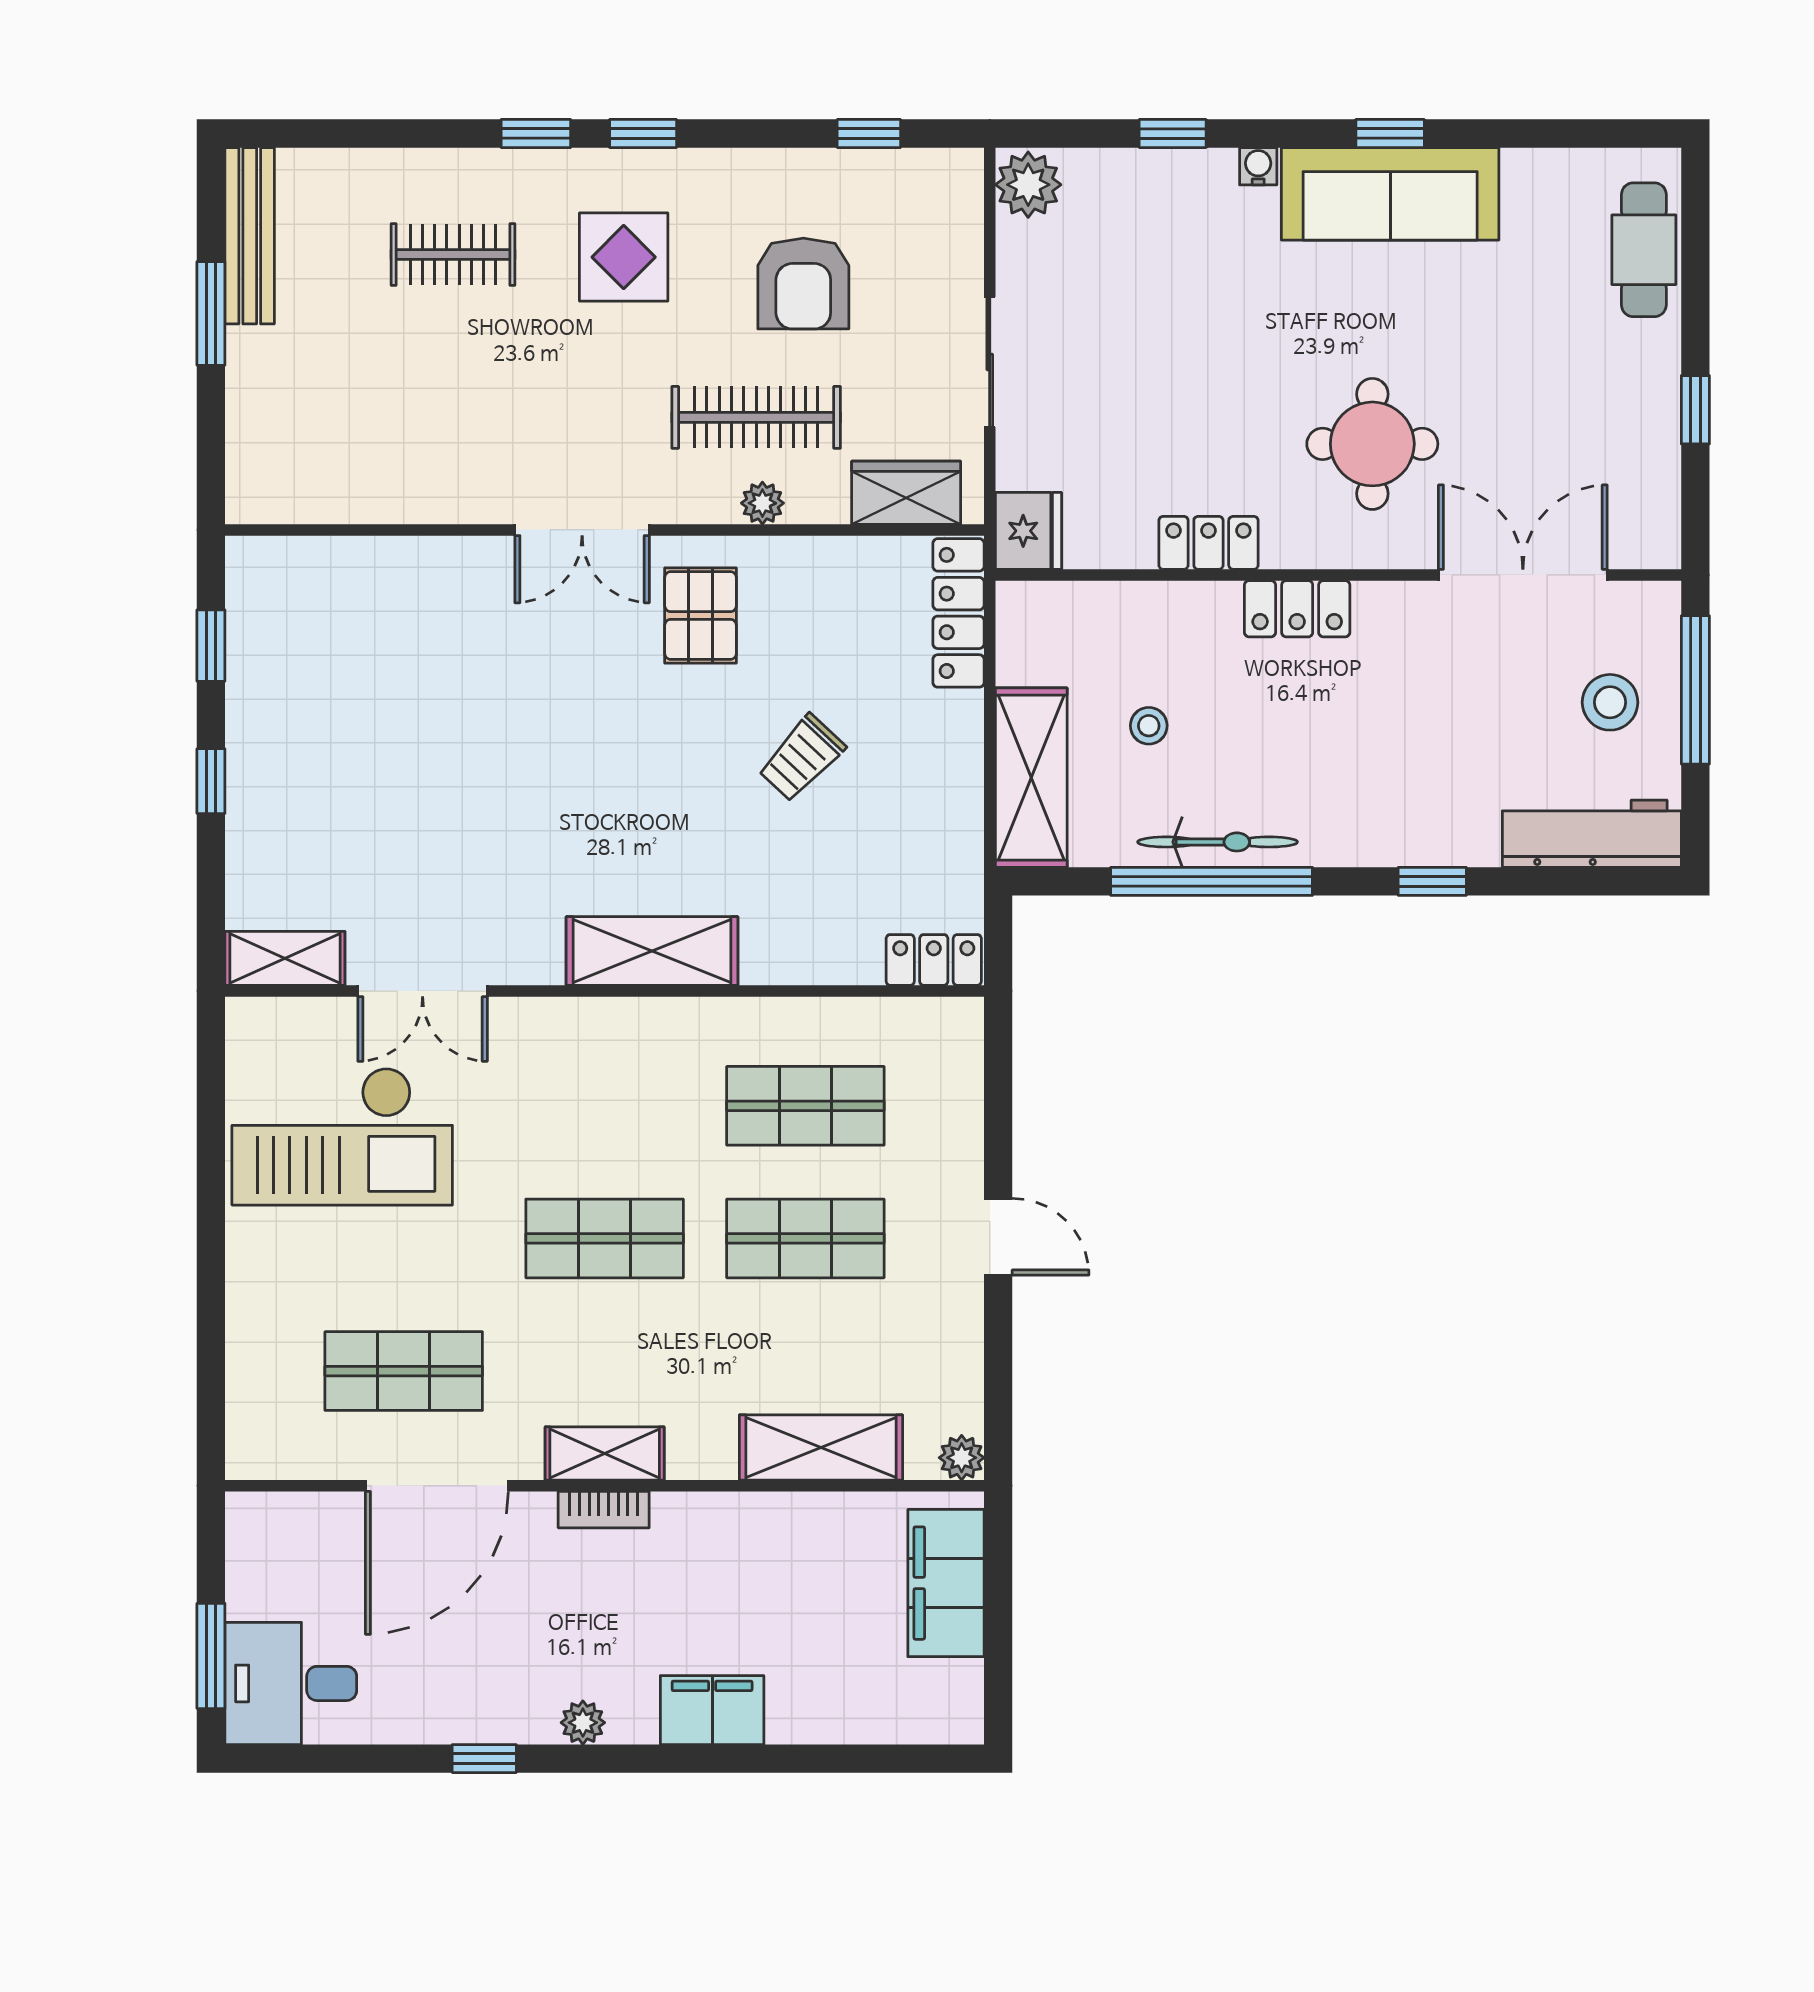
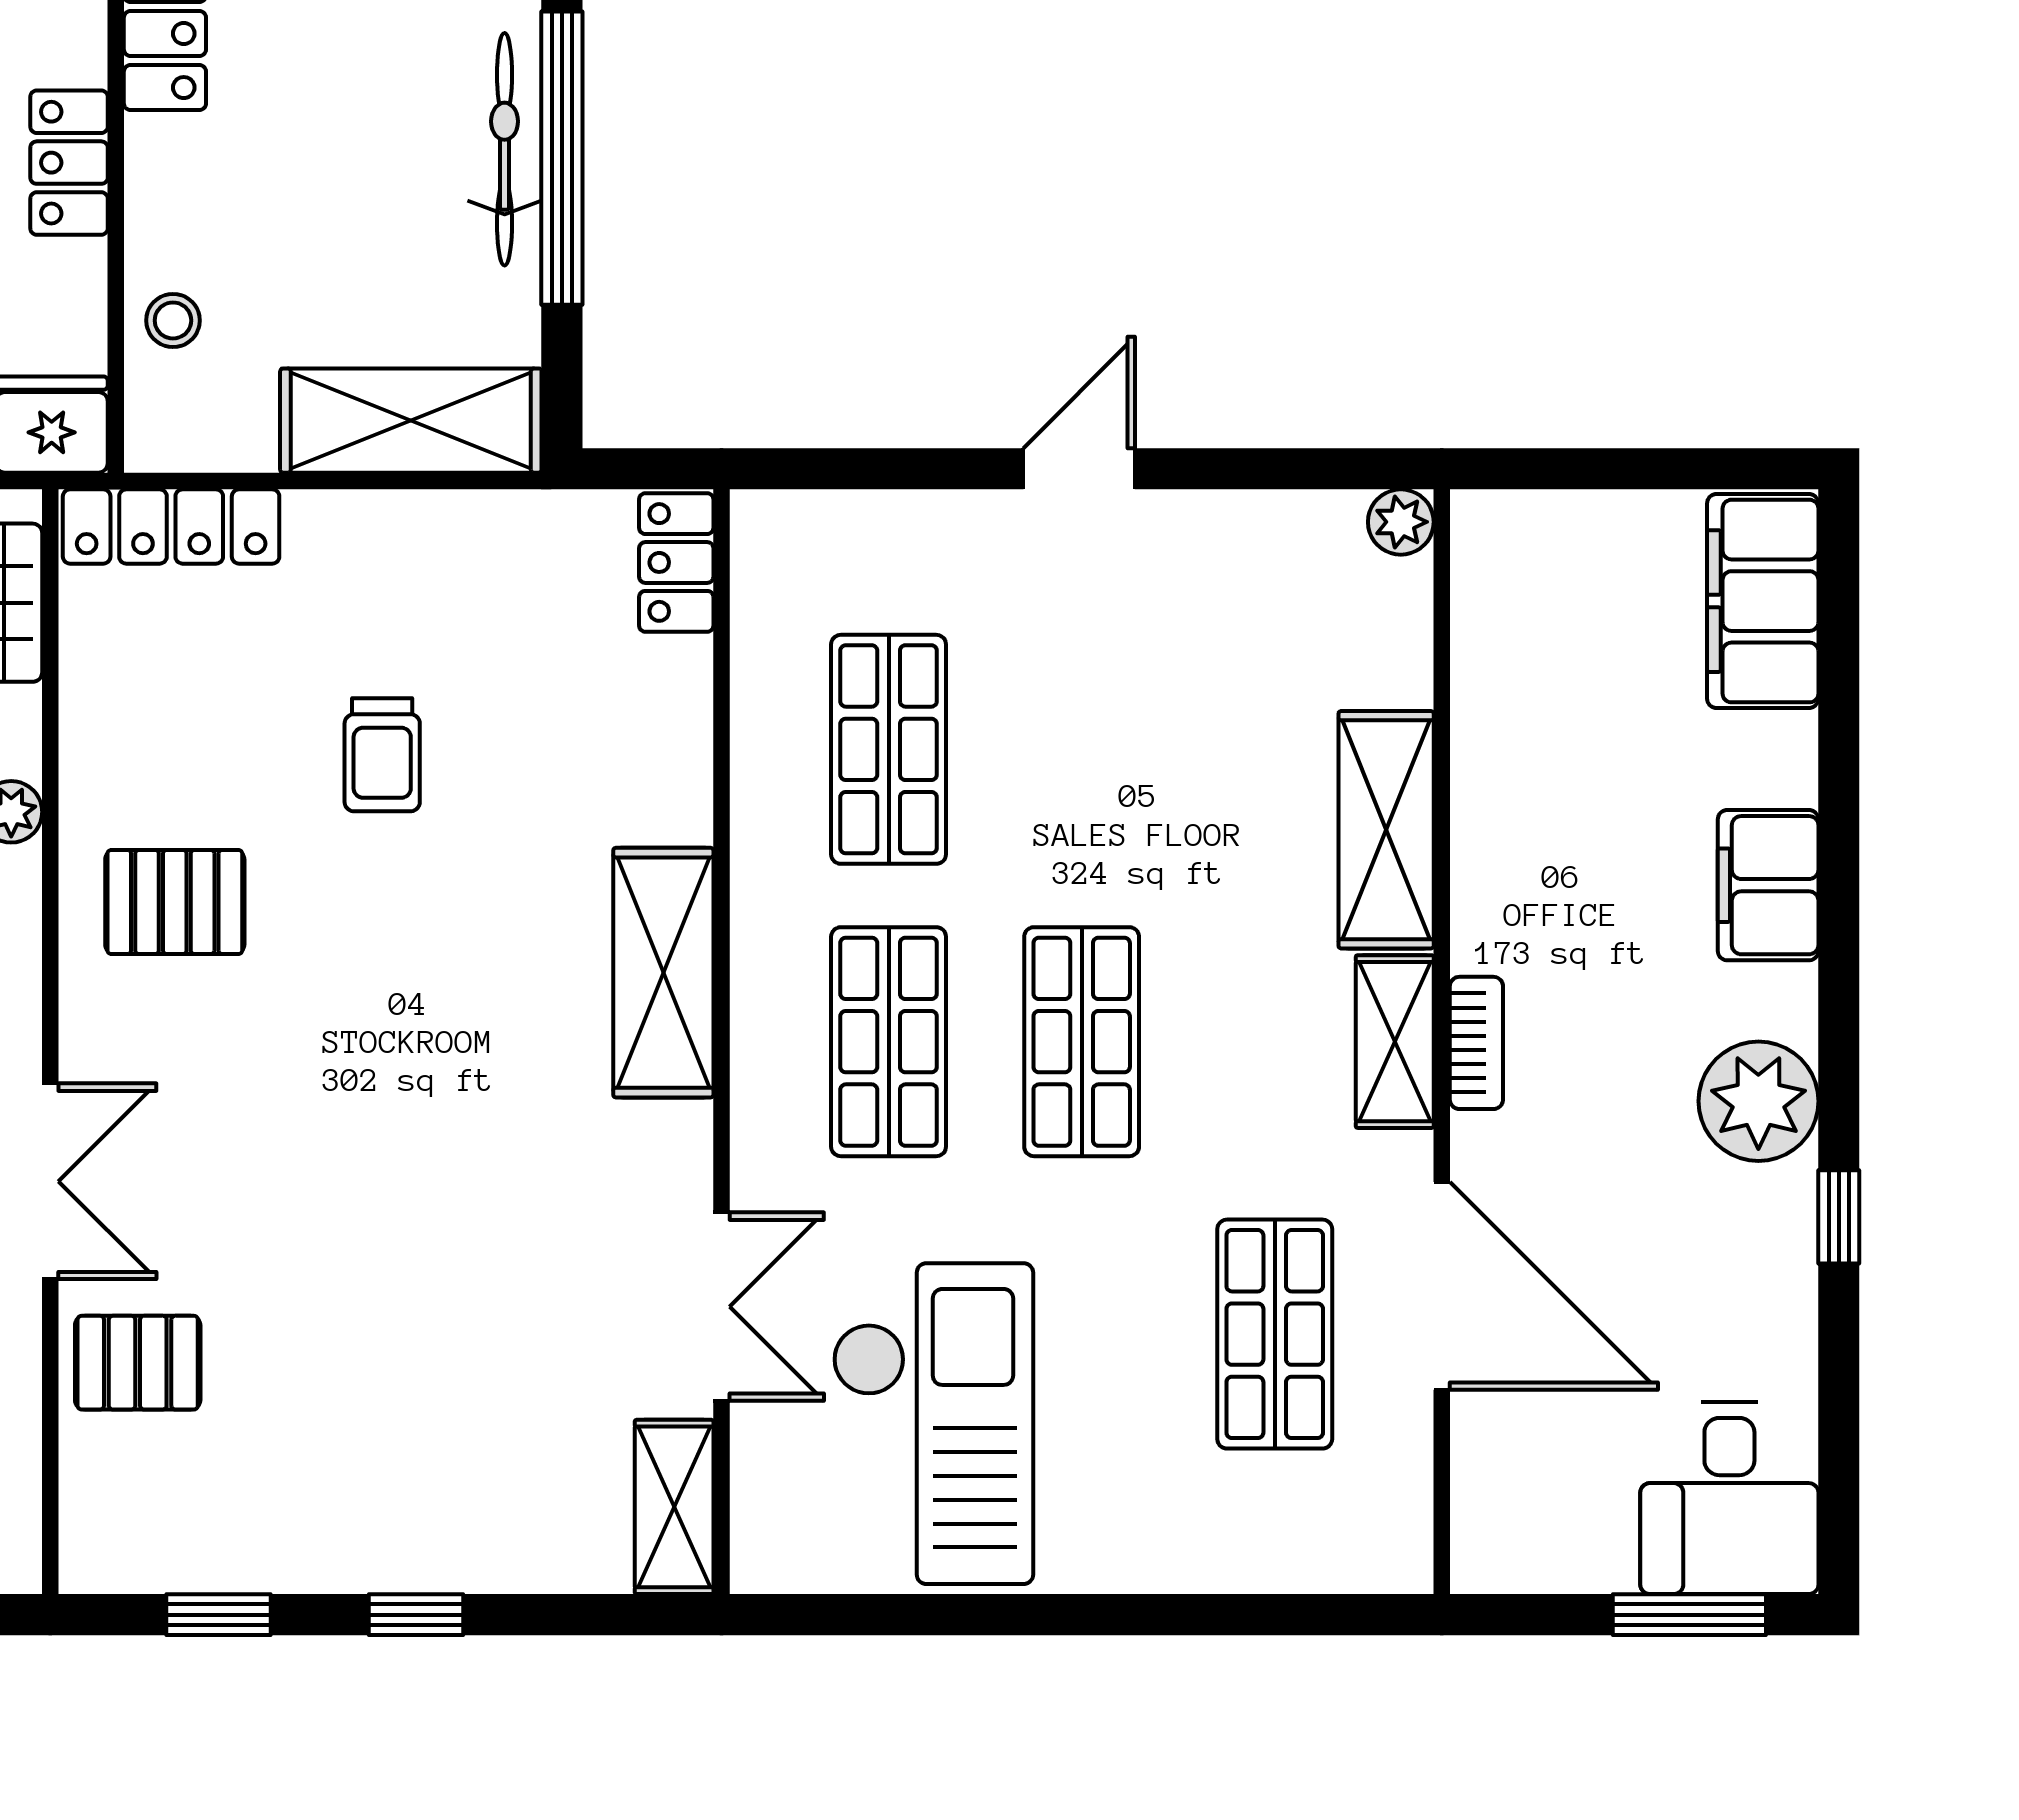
double door: (582, 530) -> (50, 1181), moved
pallet: (384, 590) -> (138, 1363), added
stool: (1149, 726) -> (173, 320), moved
trolley: (802, 758) -> (382, 755), turned 47
shop shelf: (805, 1238) -> (889, 1042), moved
shelving: (821, 1448) -> (1386, 830), moved
filing cabinet: (946, 1583) -> (1763, 601), moved, turned 90
plant: (583, 1723) -> (1758, 1101), width x1.87, depth x1.87

